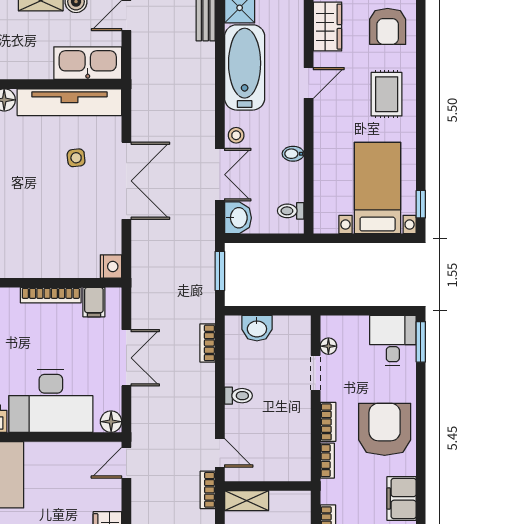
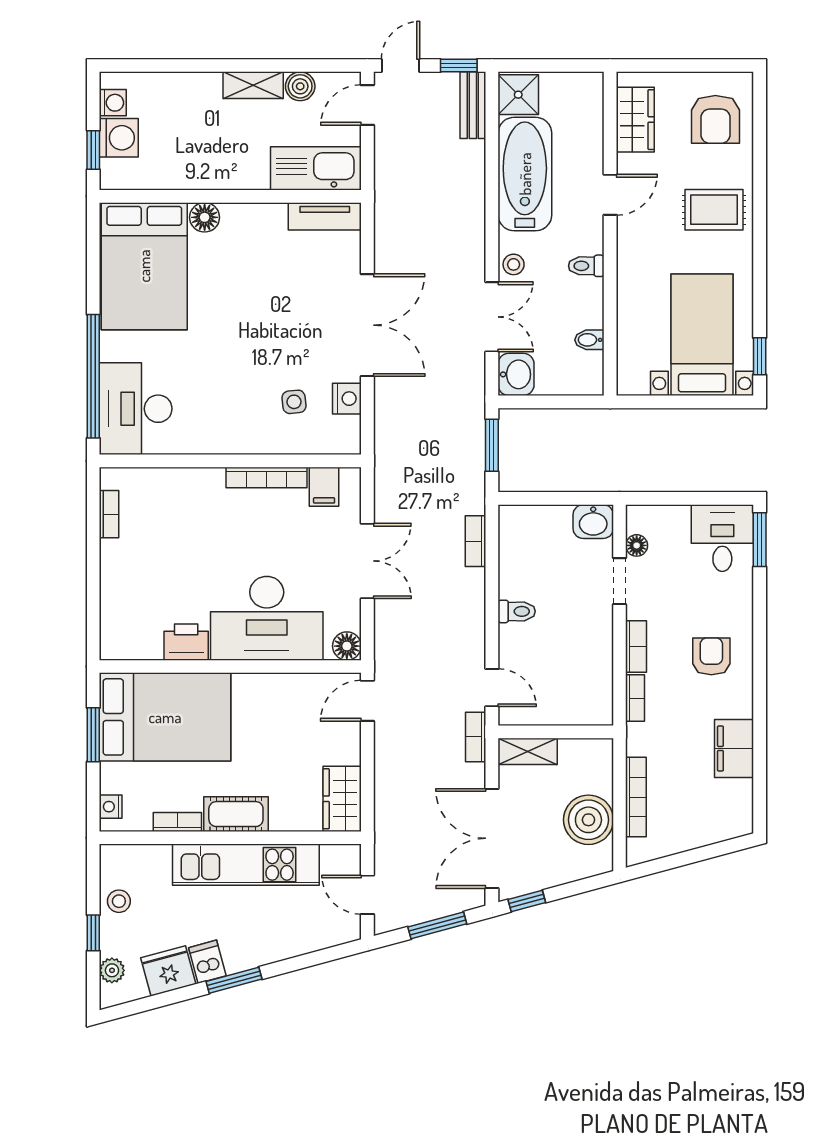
rug: (387, 94) -> (714, 210), turned 90
tv unit: (69, 102) -> (325, 216), width x0.52, depth x0.78
bidet: (293, 154) -> (589, 340), moved
side table: (76, 158) -> (294, 402), moved
toilet: (291, 211) -> (586, 266), moved
nightstand: (111, 266) -> (347, 399), moved
washbasin: (257, 328) -> (593, 522), moved
armchair: (385, 429) -> (711, 656), width x0.53, depth x0.53

